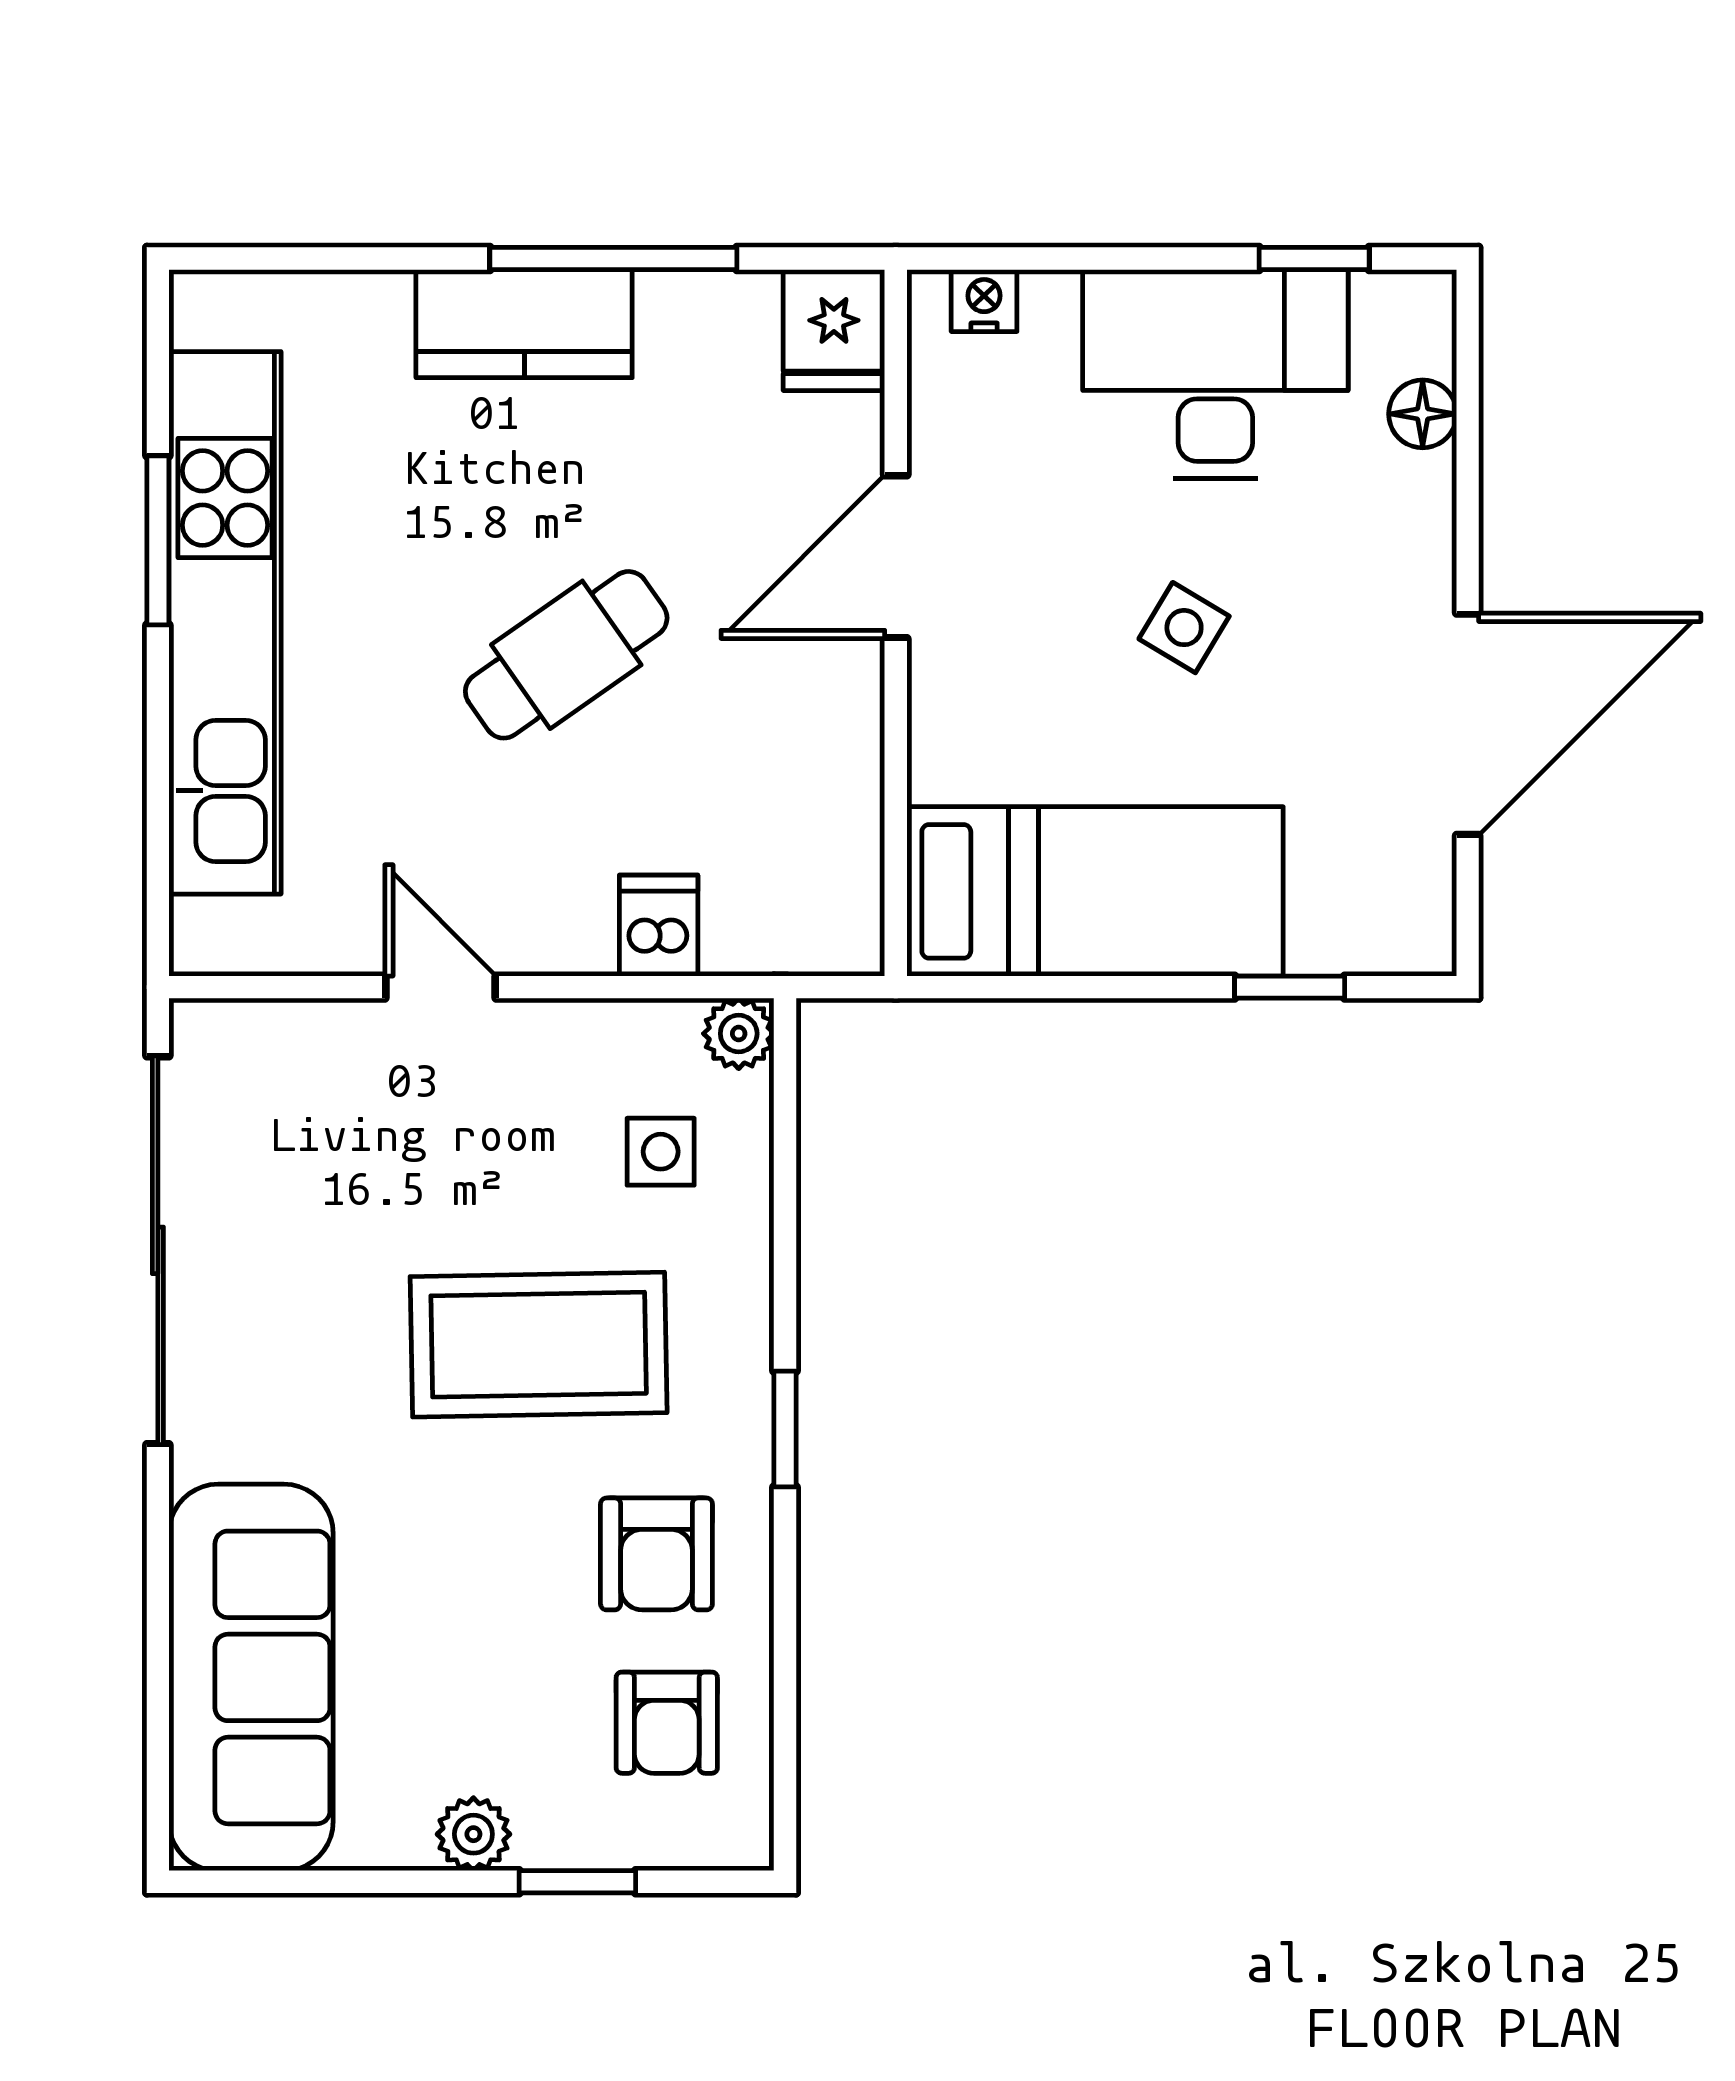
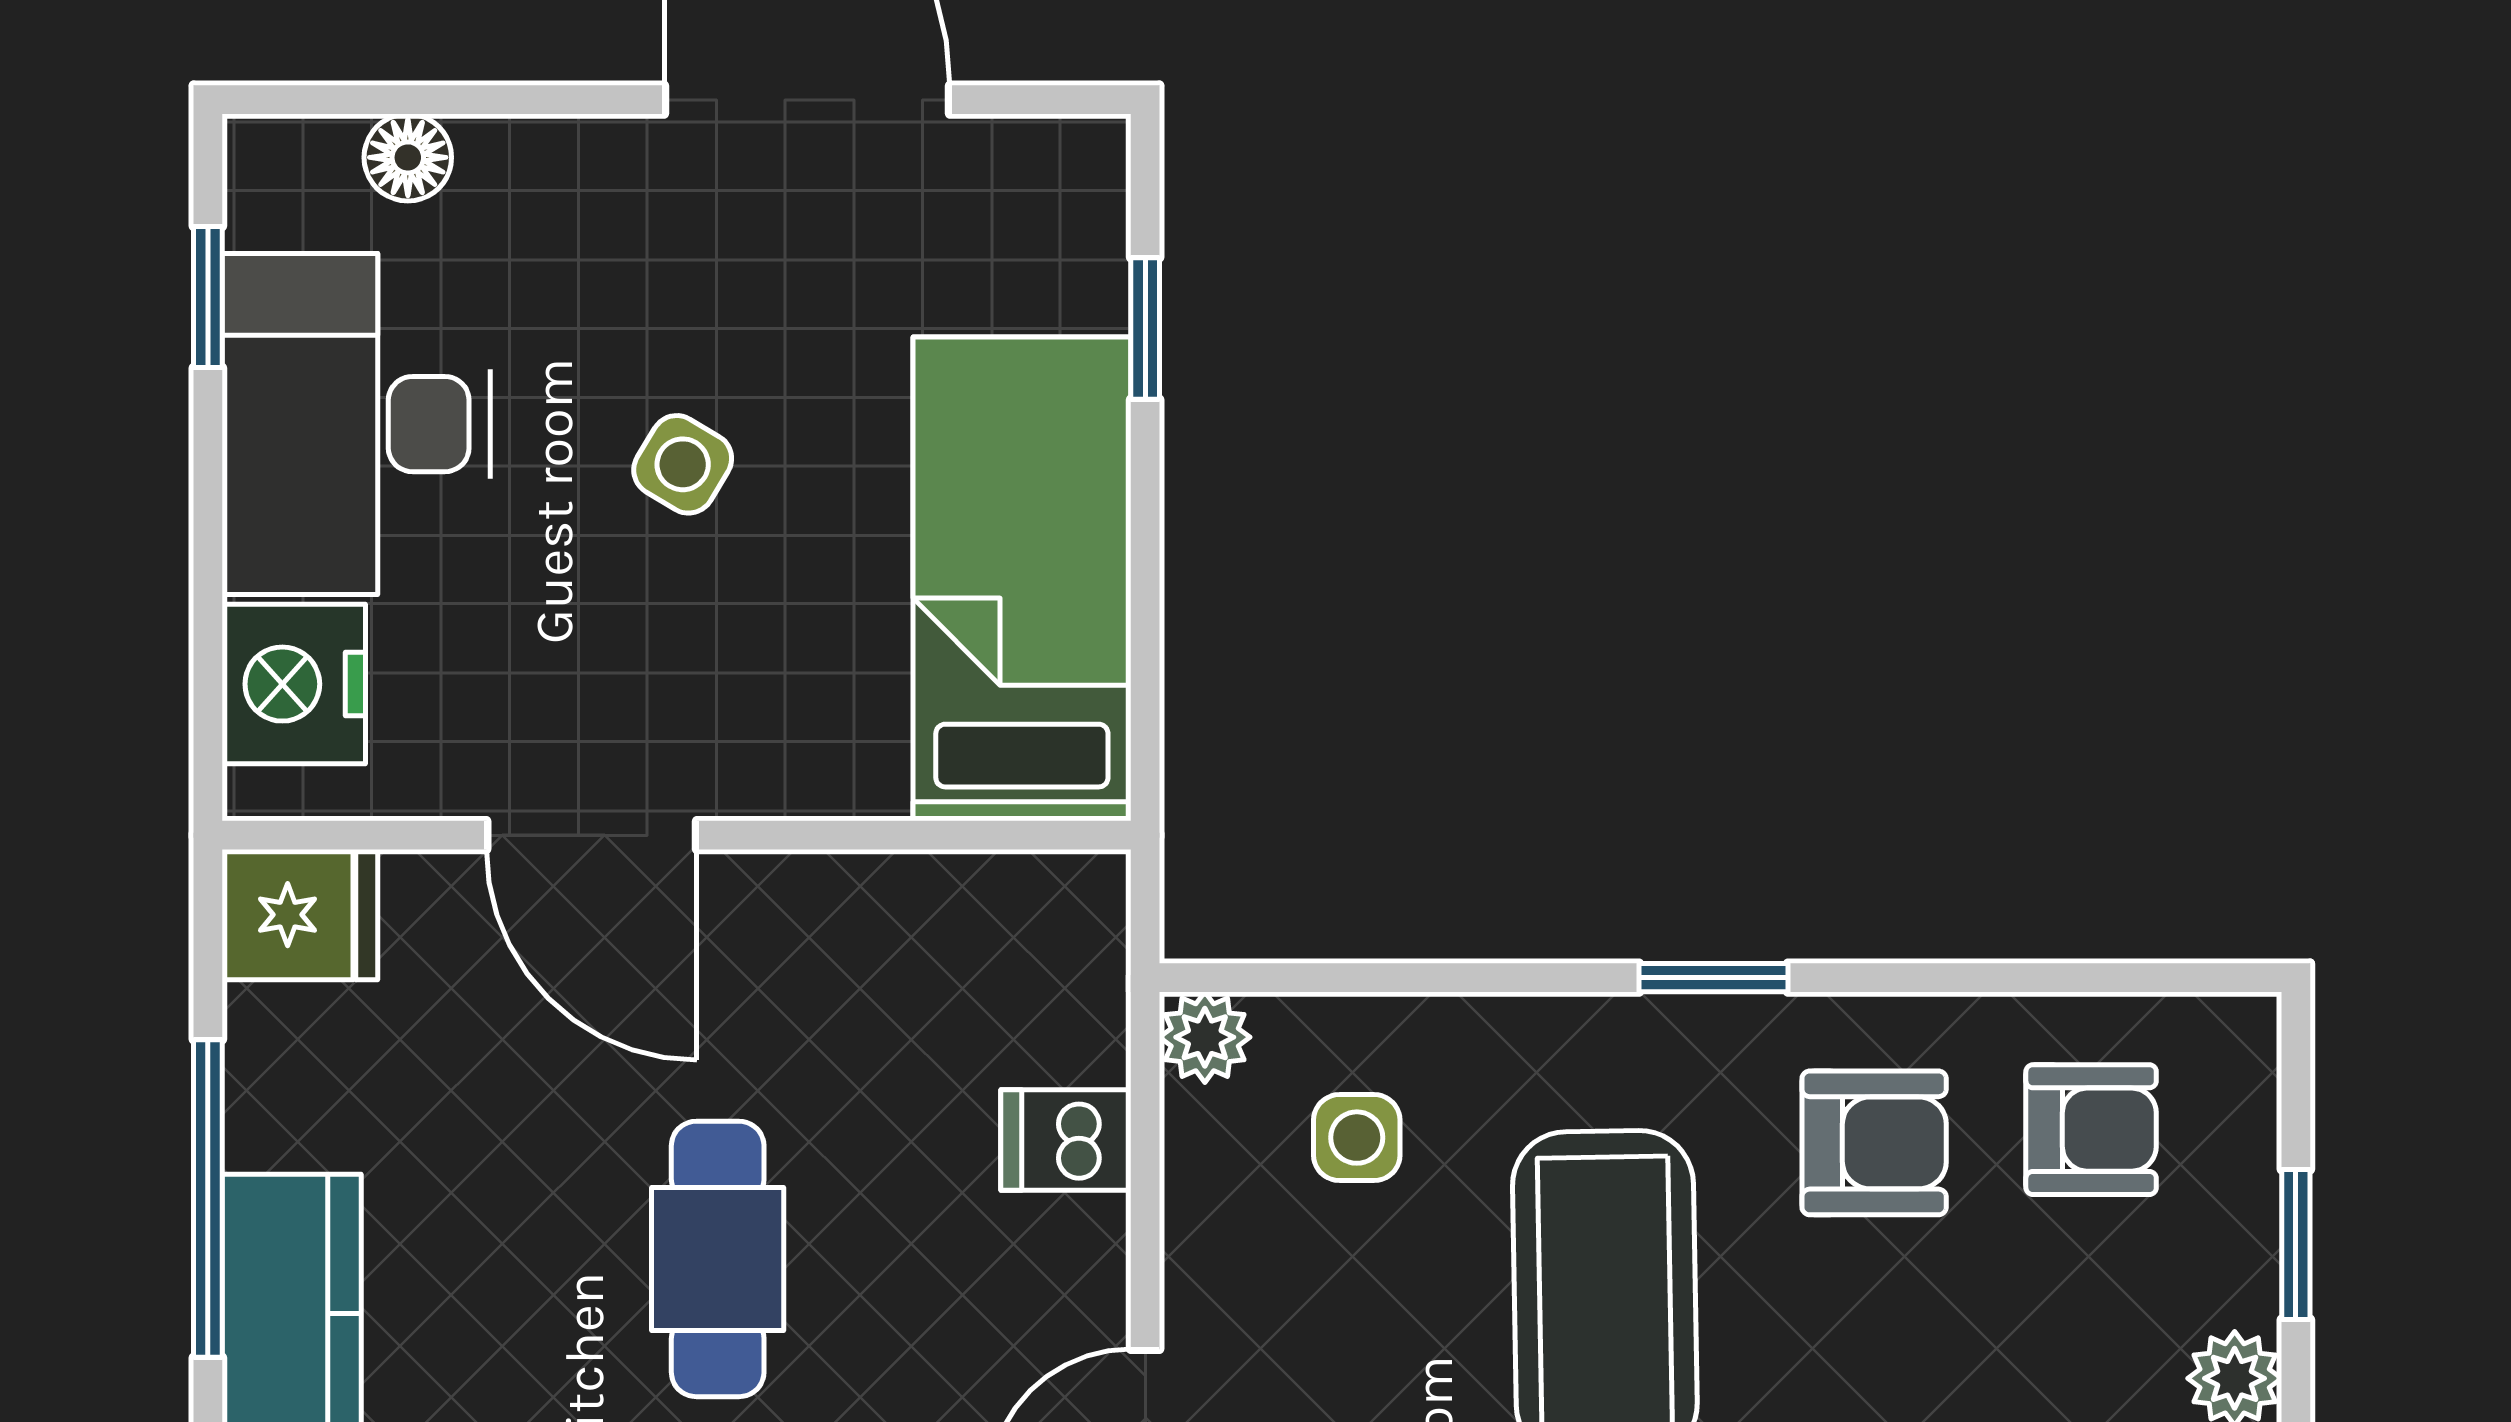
nightstand: (984, 301) -> (294, 684), width x1.89, depth x1.79
cafe table: (566, 655) -> (718, 1259), turned 35

